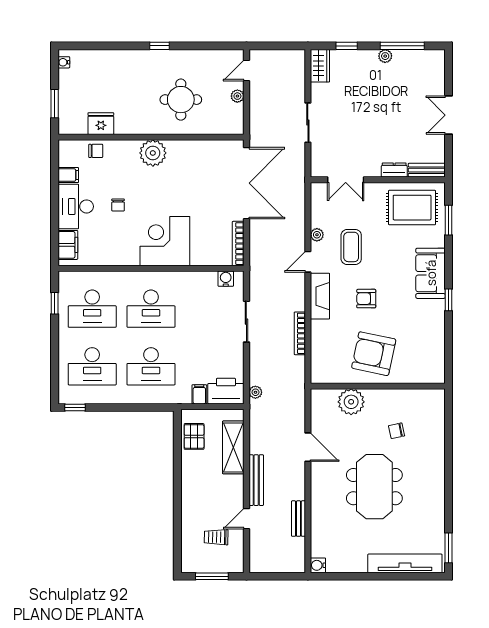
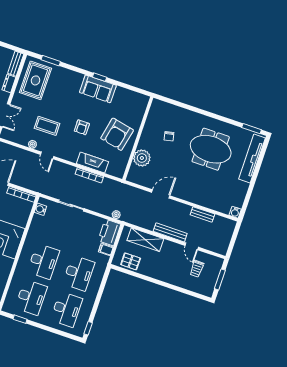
sofa: (431, 273) -> (98, 89), moved
fireplace: (320, 296) -> (92, 163), moved
meeting table: (374, 487) -> (211, 149), moved

